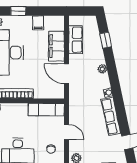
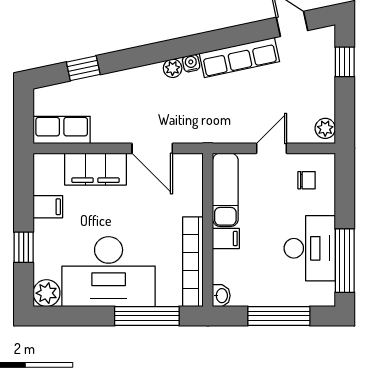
row of seats: (76, 40) -> (62, 130), moved
plant: (102, 69) -> (173, 68), moved
door: (67, 74) -> (152, 148), hinge flipped
filing cabinet: (23, 110) -> (226, 239), added

